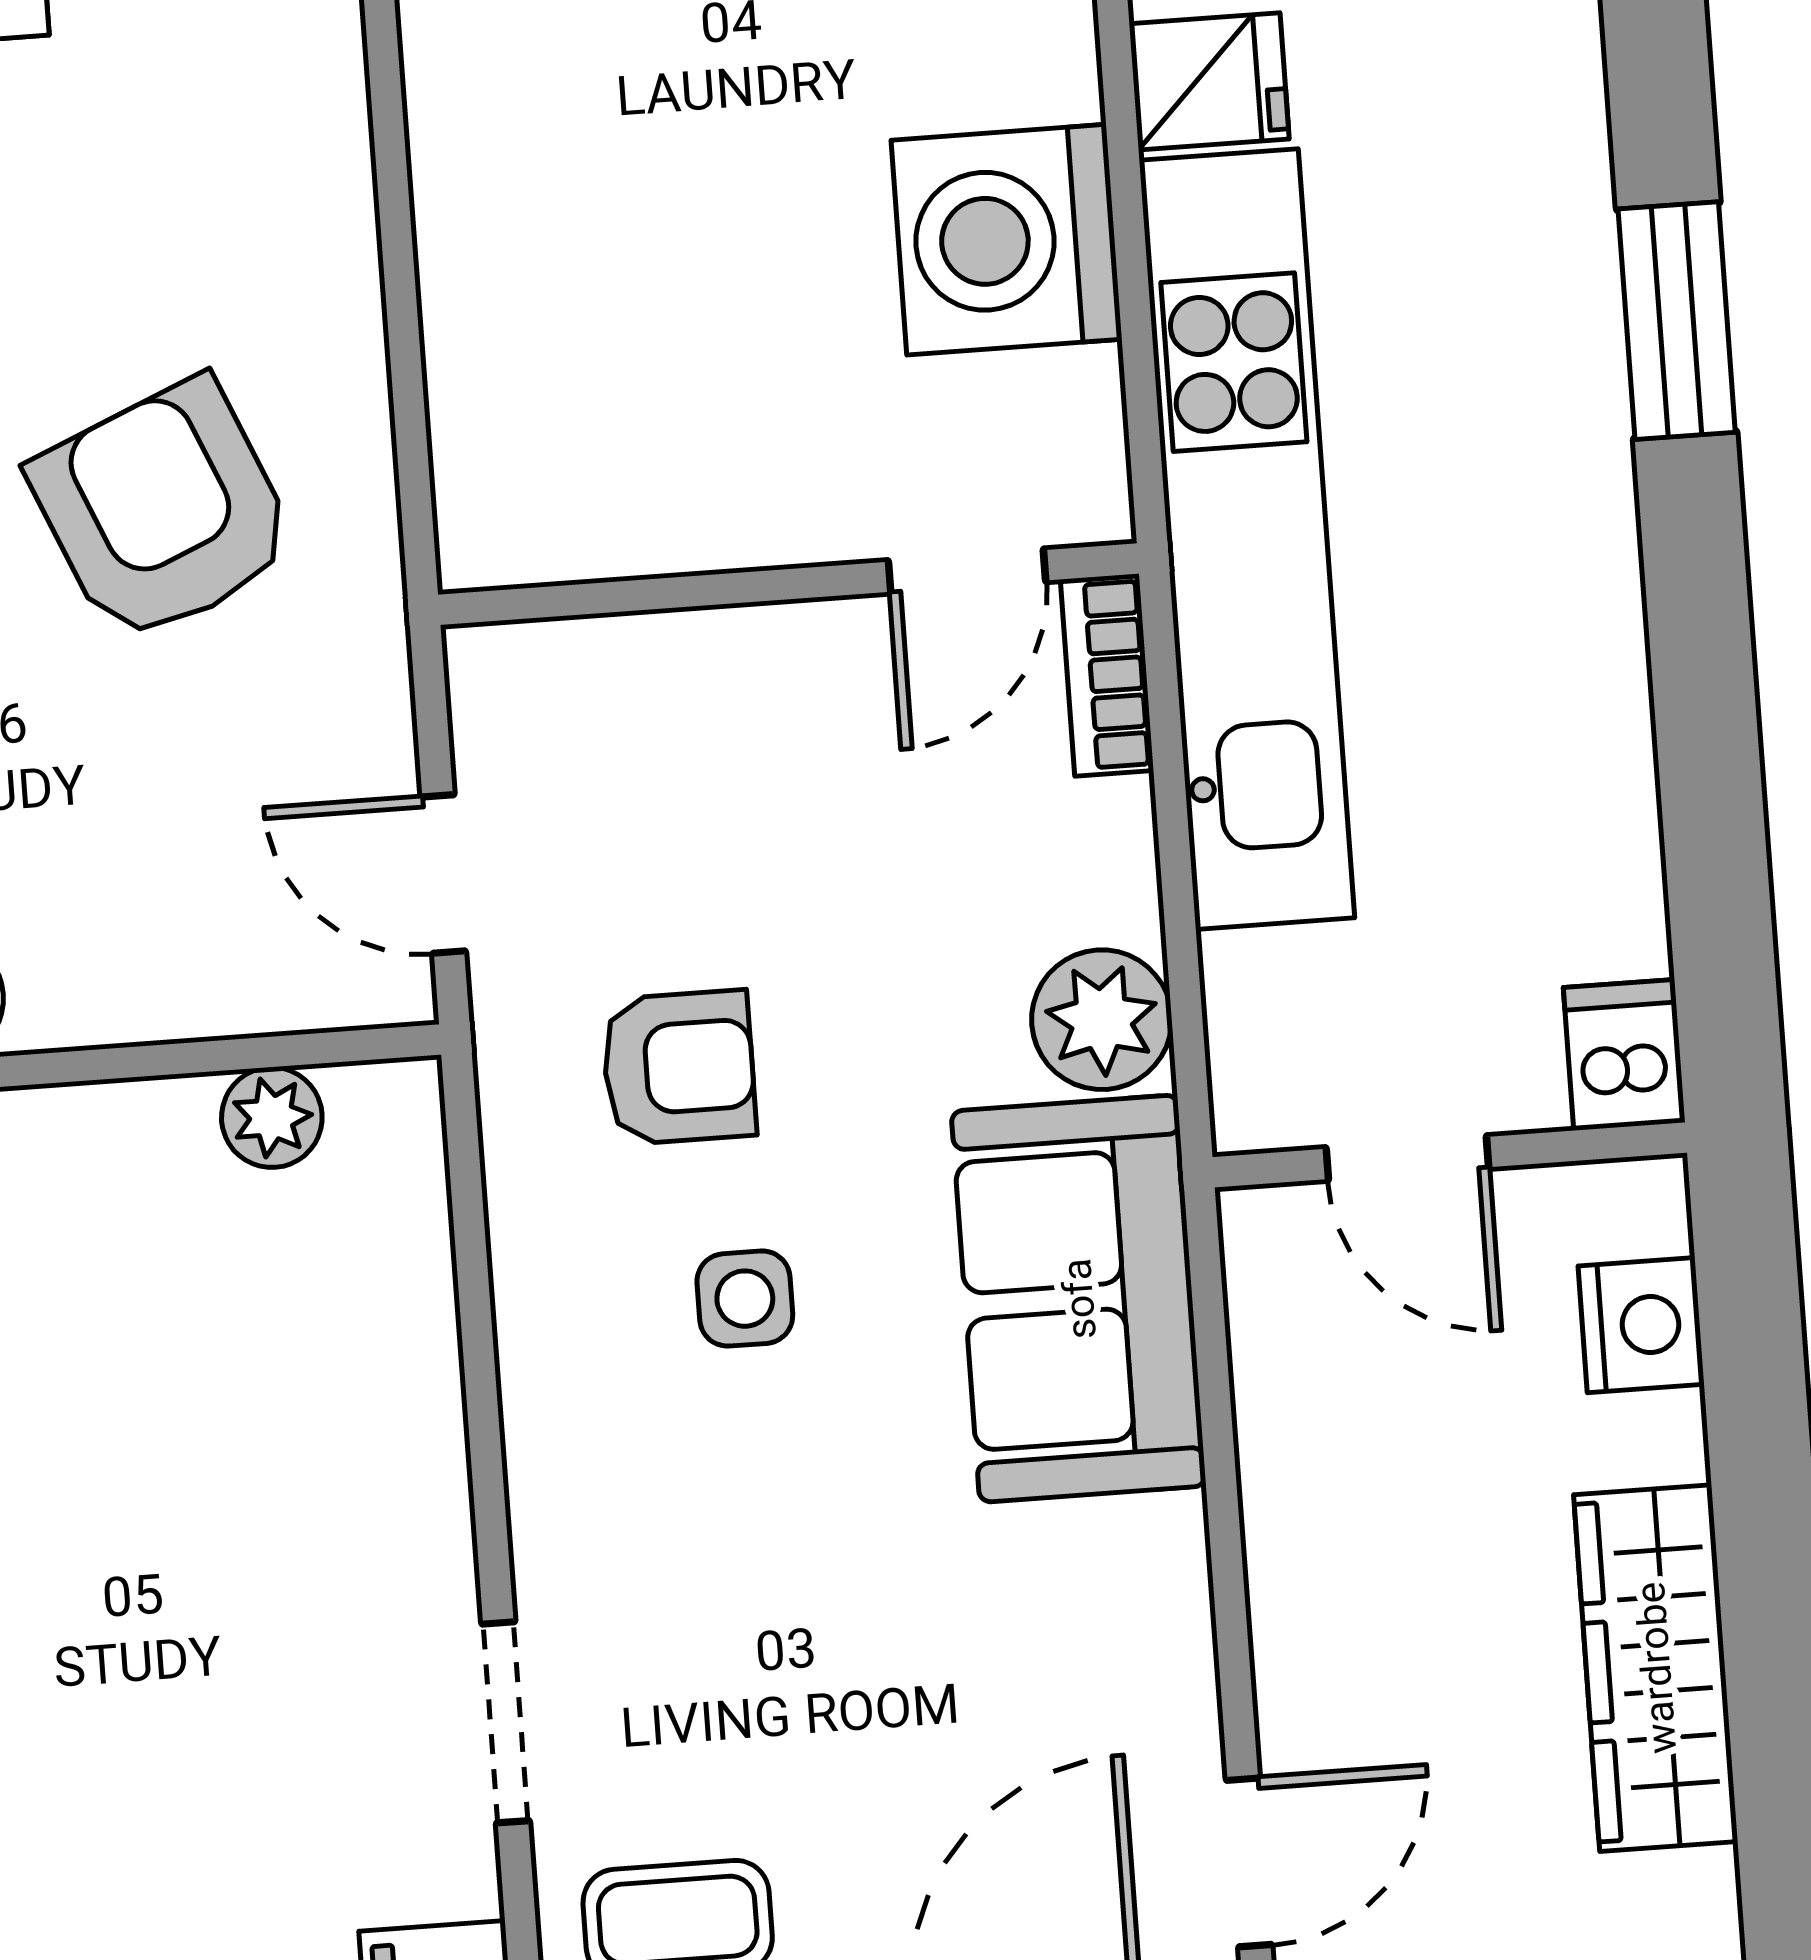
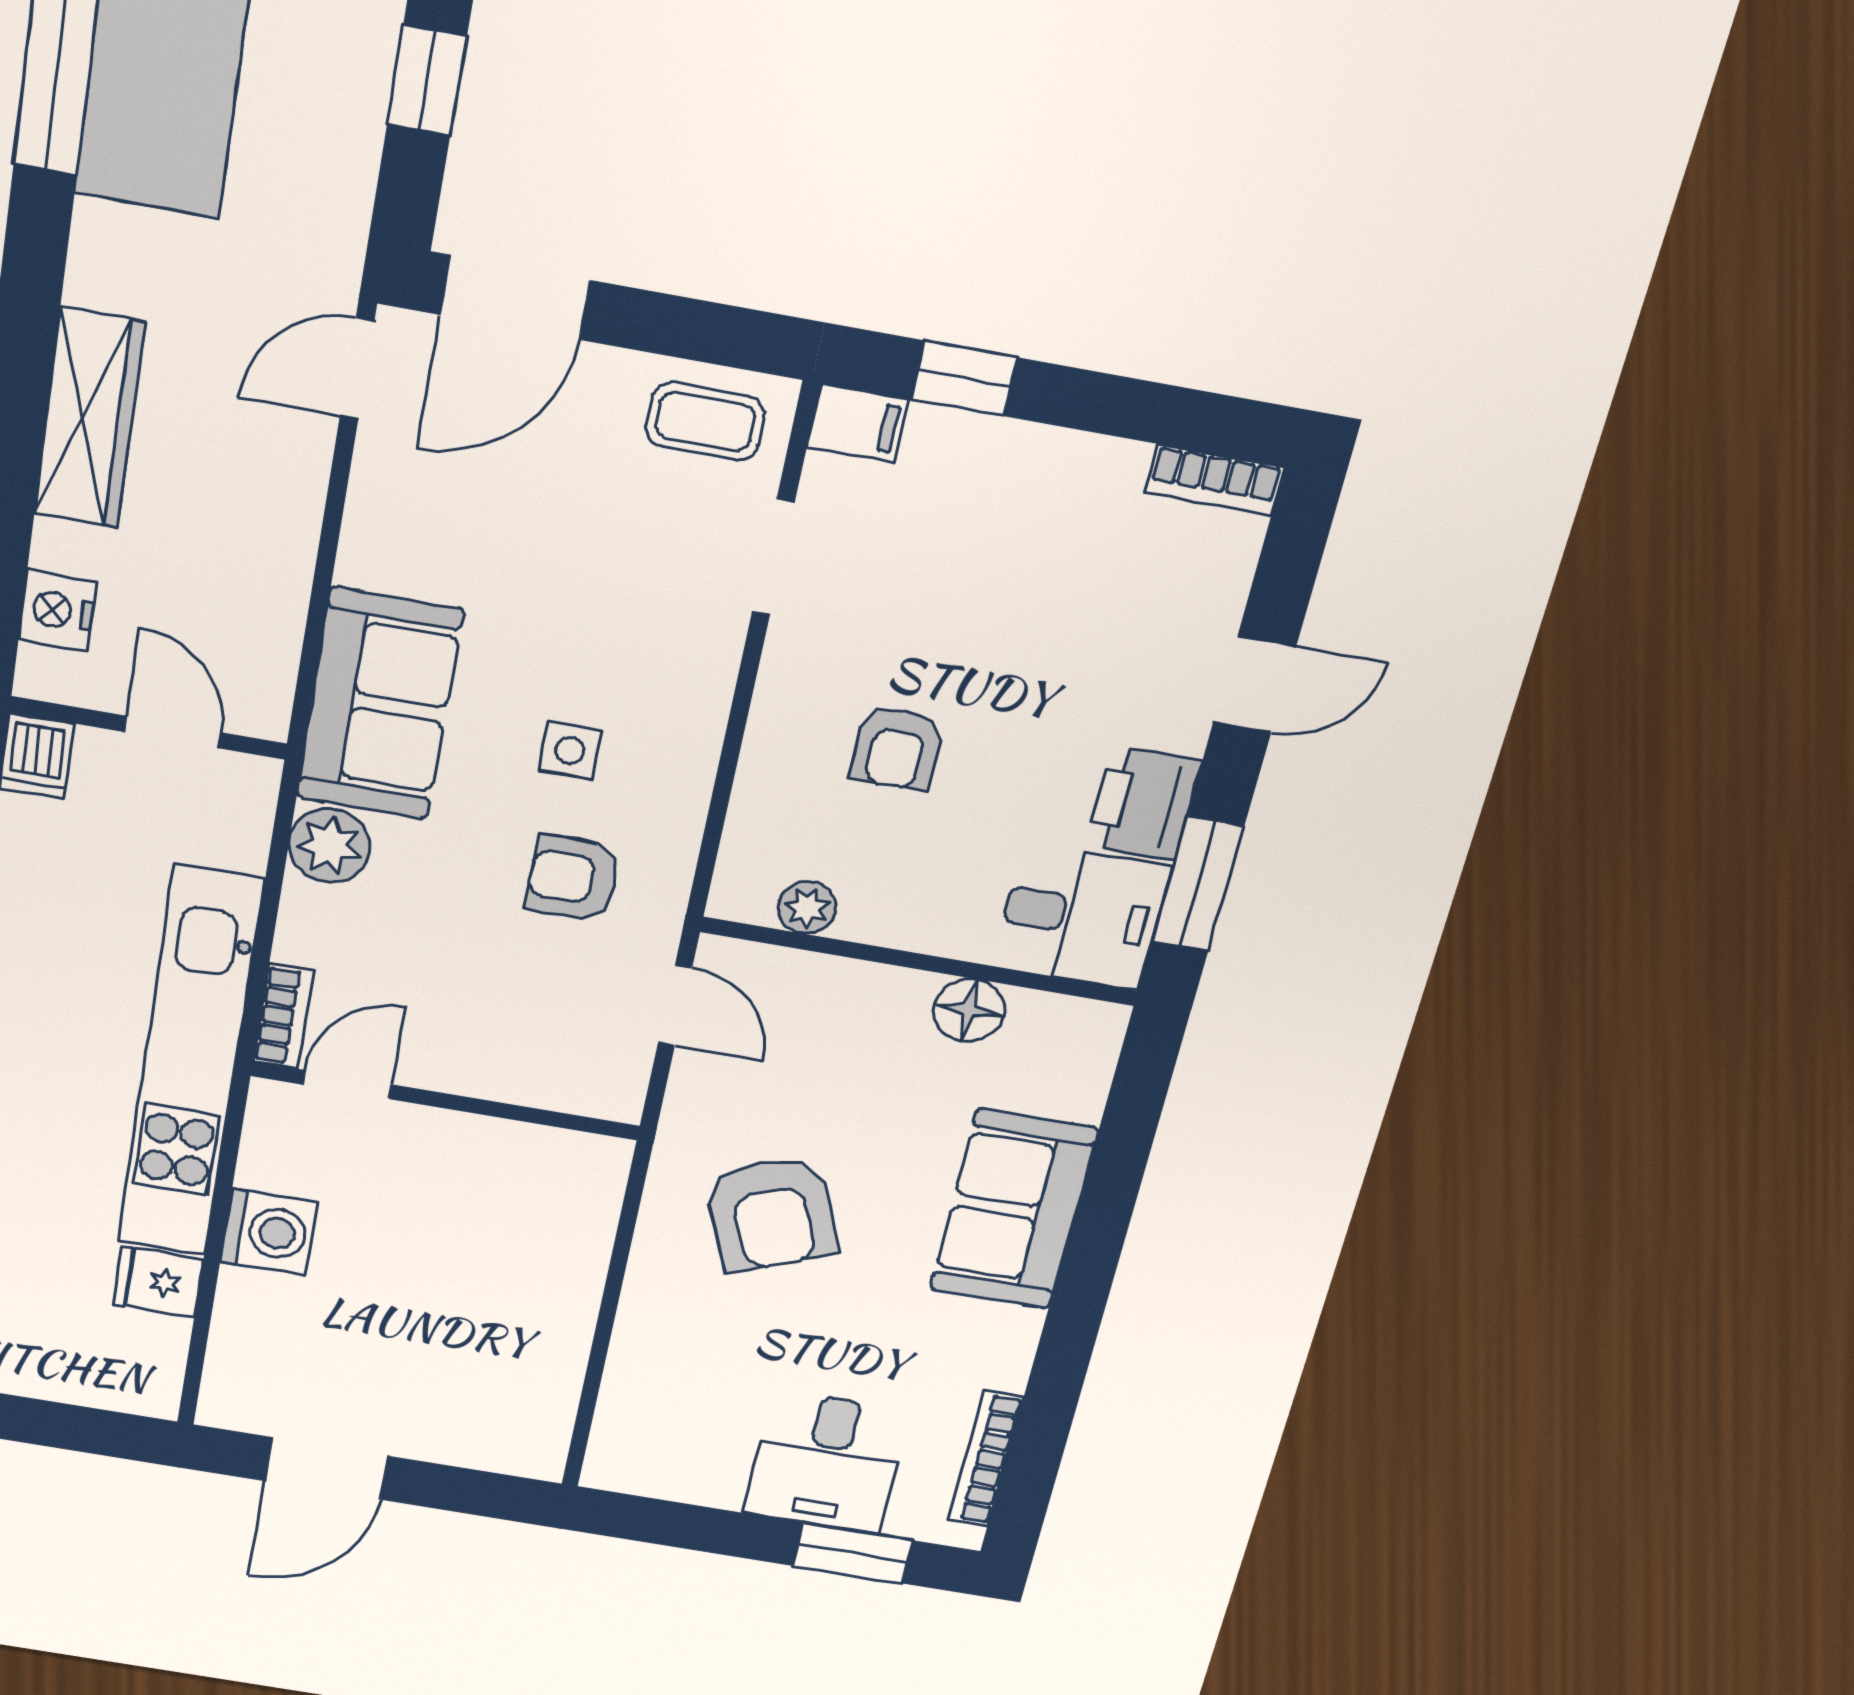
washing machine: (1006, 240) -> (269, 1232), width x0.73, depth x0.73
armchair: (208, 1445) -> (897, 748), added

